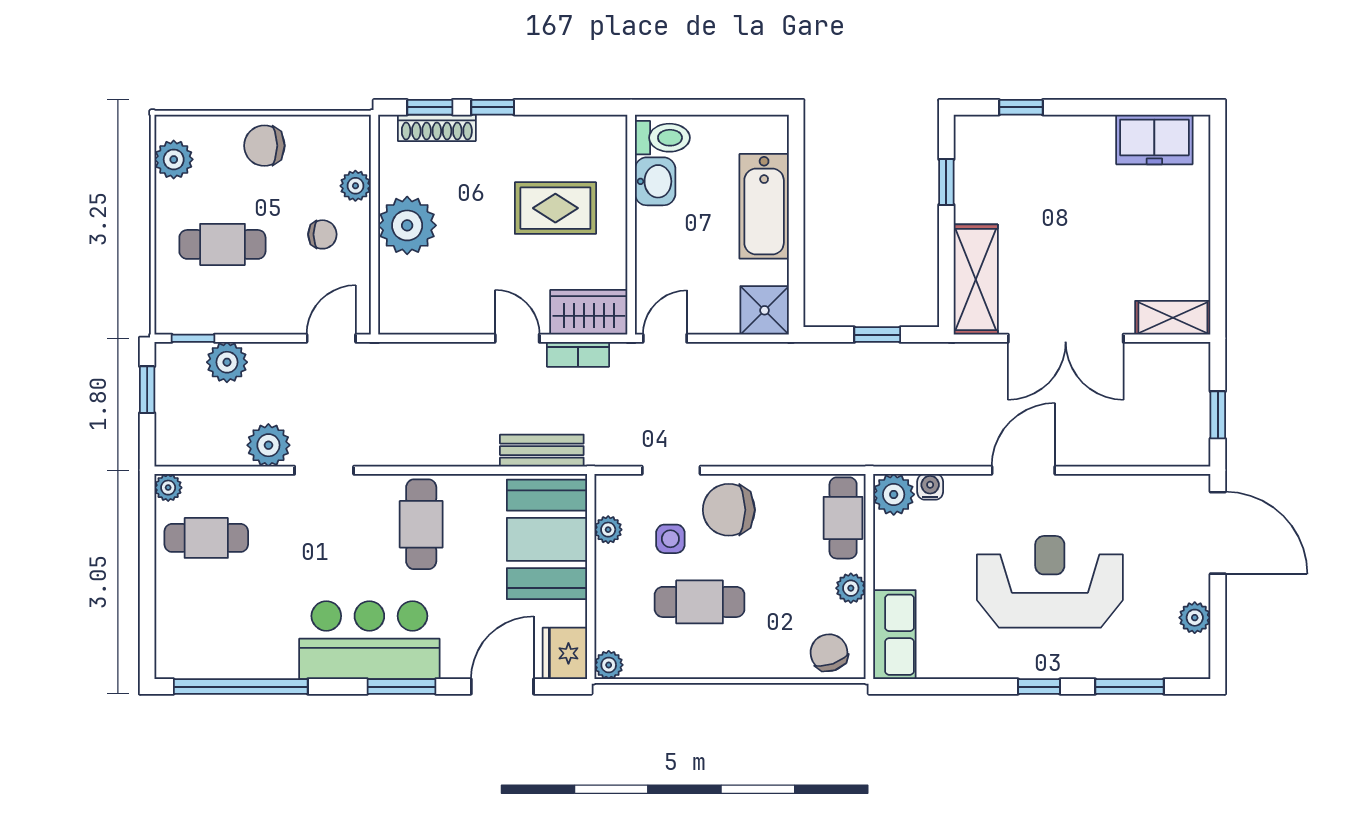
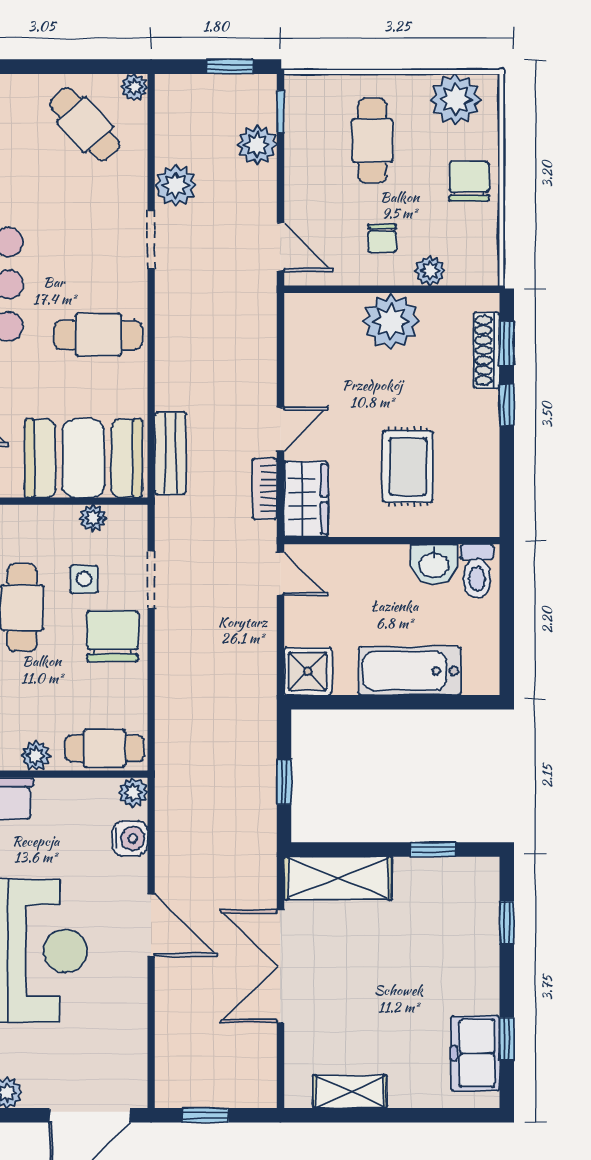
window: (1140, 107) -> (507, 1039), added
plant: (174, 159) -> (456, 99), width x1.36, depth x1.36
shelving: (1173, 318) -> (350, 1092), moved, turned 90
water cooler: (930, 487) -> (130, 838), width x1.38, depth x1.38
plant: (894, 494) -> (133, 792), width x0.73, depth x0.73
cafe table: (206, 538) -> (85, 124), turned -42

